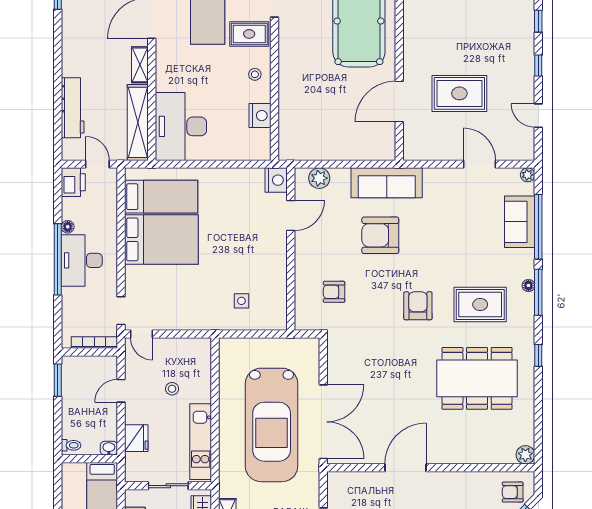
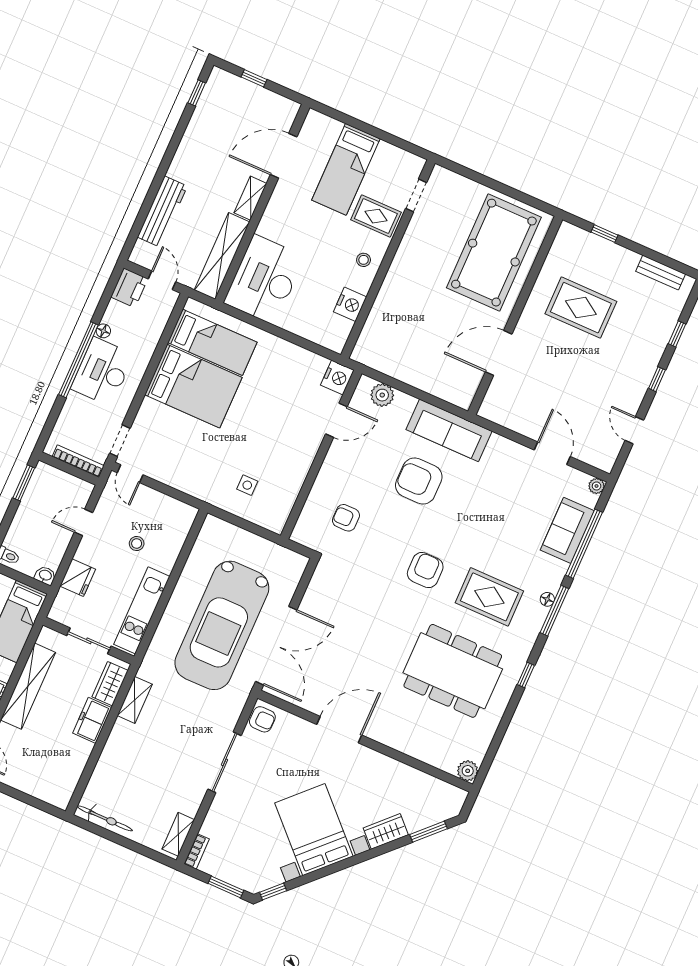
rug: (459, 93) -> (581, 308), moved
armchair: (513, 492) -> (262, 719), moved, turned 180

